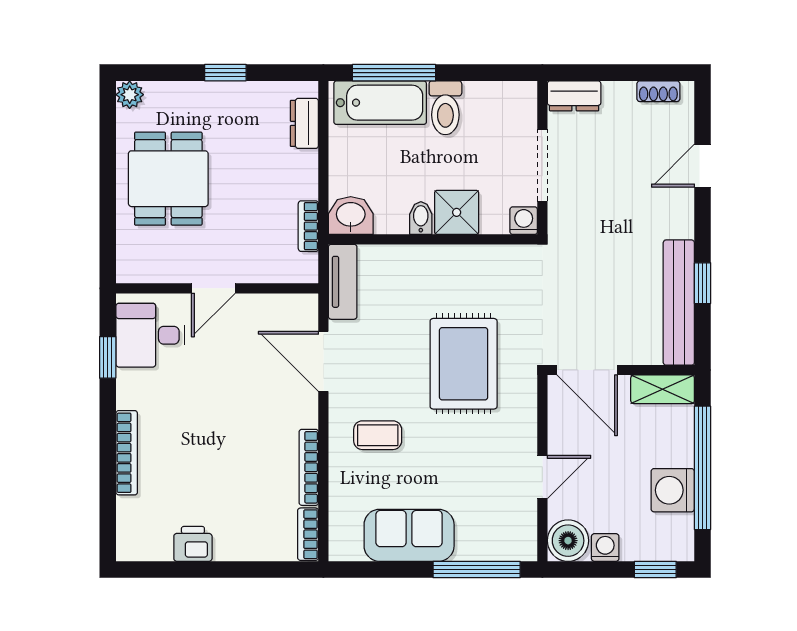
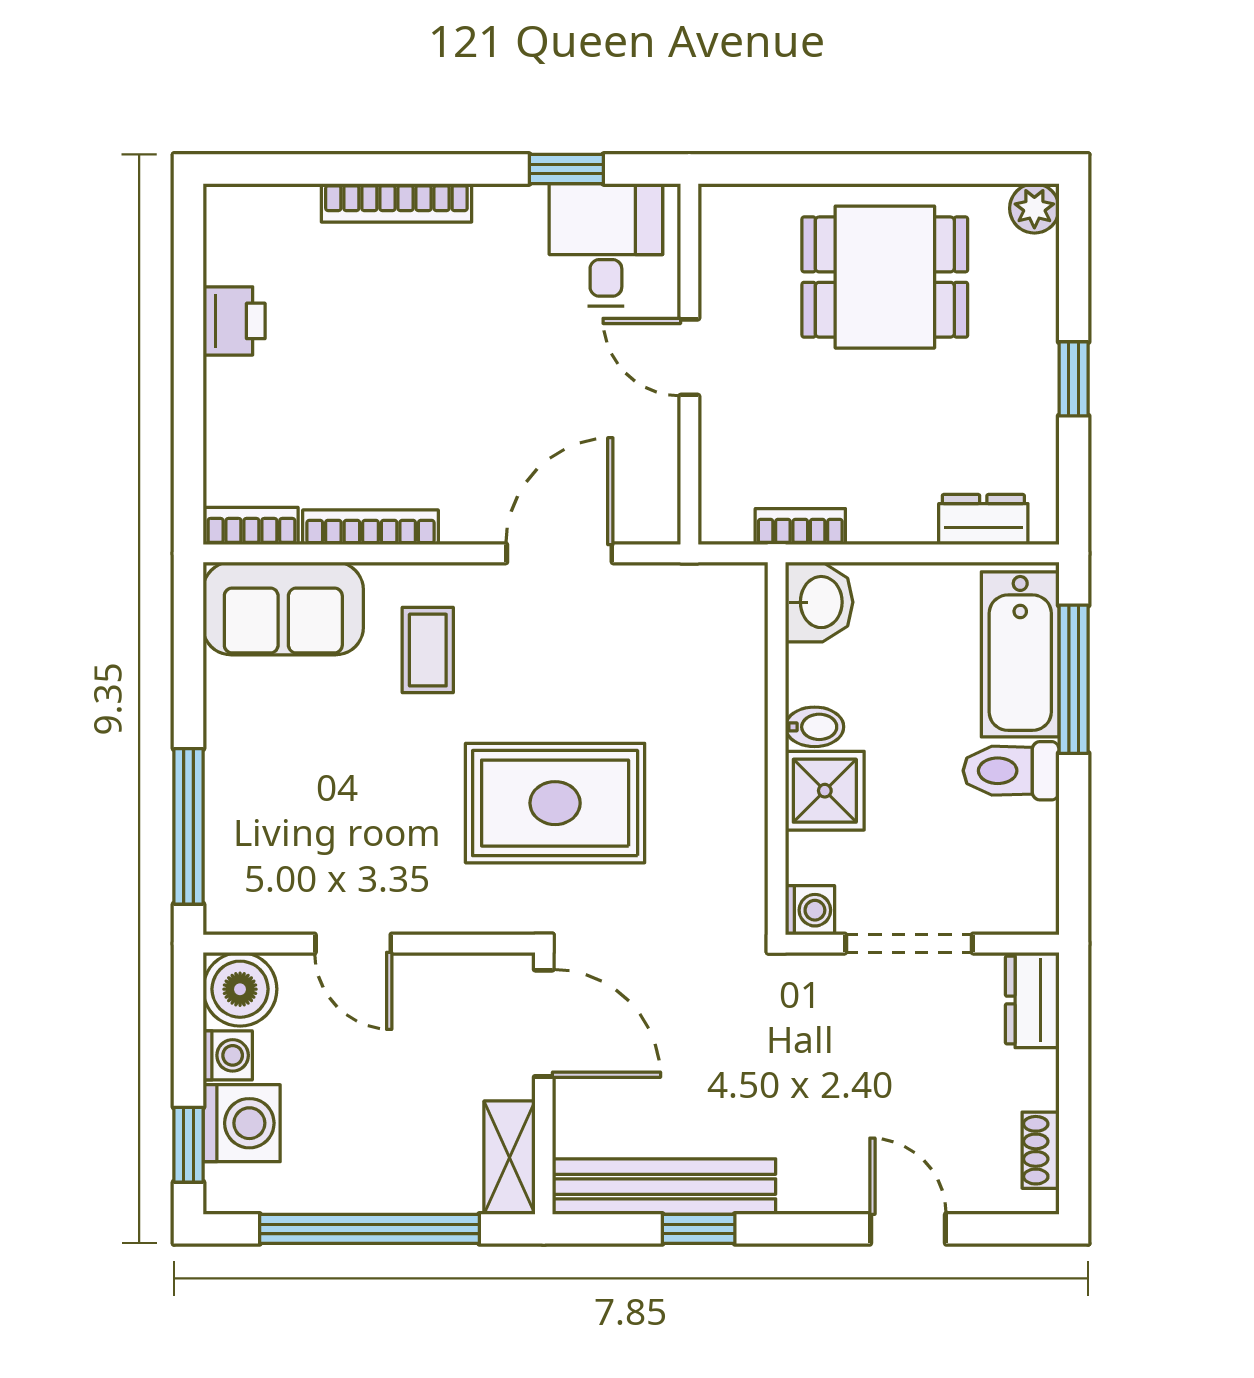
tv unit: (343, 282) -> (701, 588), removed
door: (587, 370) -> (544, 1023), swing flipped
washing machine: (673, 490) -> (242, 1123), moved, turned 90
sofa: (409, 535) -> (283, 608), moved, turned 90

